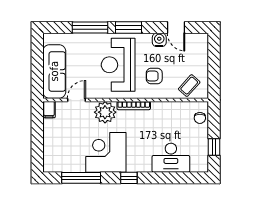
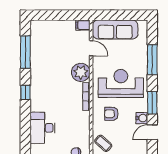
window: (128, 28) -> (152, 103), moved
armchair: (154, 76) -> (111, 114), turned -90
corner desk: (106, 152) -> (47, 73), removed

